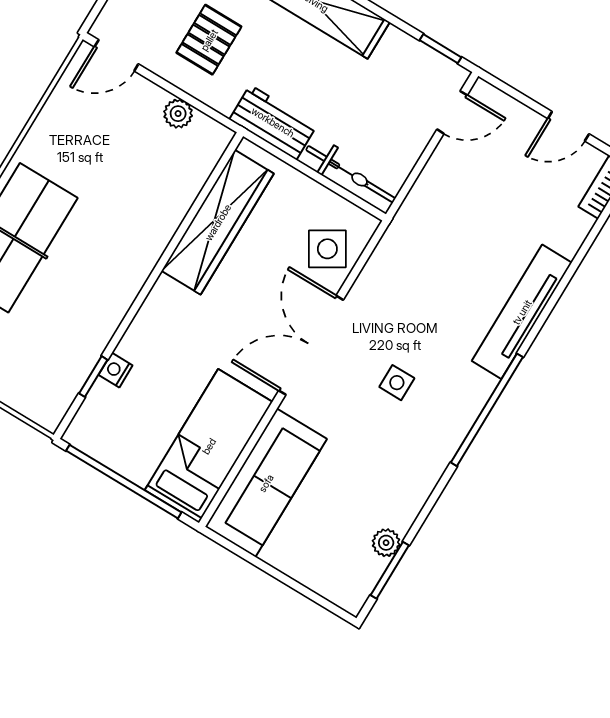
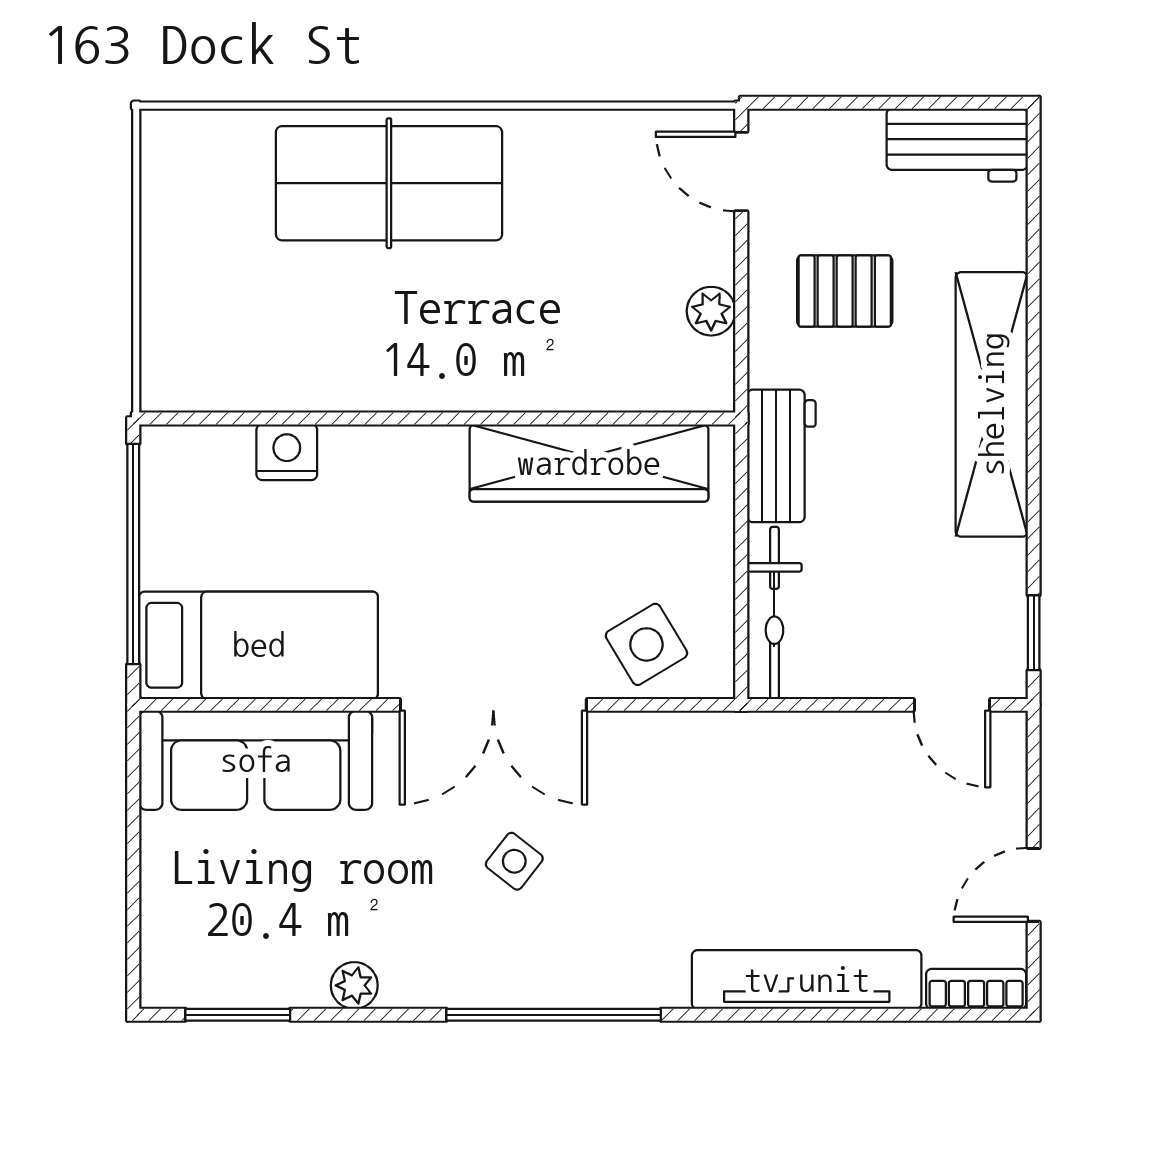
door: (568, 126) -> (1034, 885), hinge flipped
tv unit: (522, 312) -> (807, 980), moved
double door: (311, 345) -> (493, 705), swing flipped
nightstand: (116, 370) -> (287, 452), width x1.39, depth x1.35
window: (93, 377) -> (258, 418), removed
side table: (397, 383) -> (514, 861), turned 38
plant: (386, 543) -> (354, 985), moved

